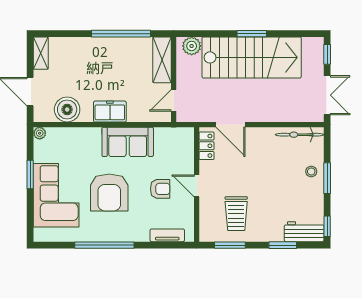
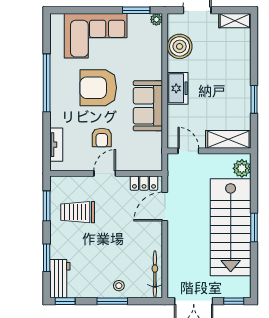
window: (121, 34) -> (254, 99), width x0.47
window: (30, 175) -> (136, 10), moved

